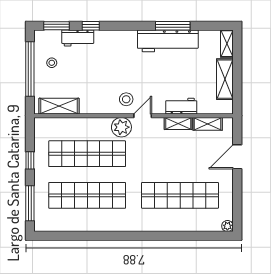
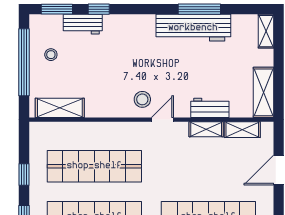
shelving: (225, 79) -> (263, 92), moved
plant: (121, 127) -> (136, 134), removed

